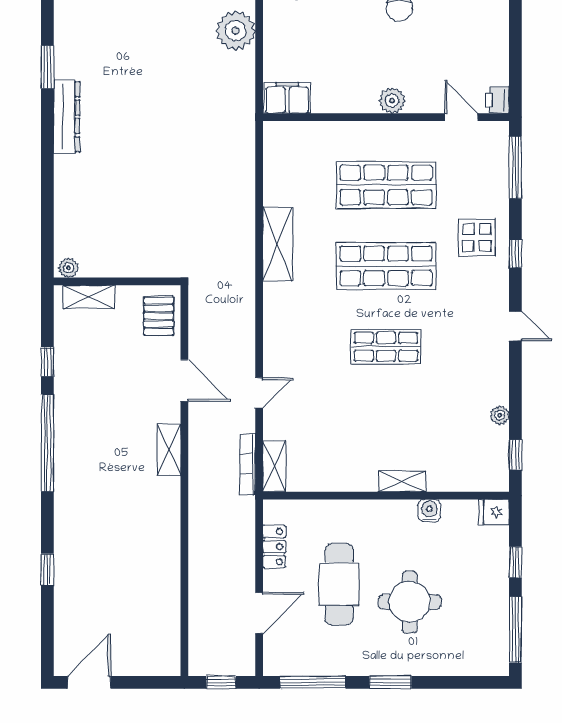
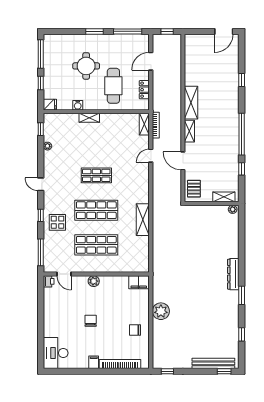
shelving: (165, 516) -> (191, 103), added
cafe table: (339, 584) -> (113, 86), moved

